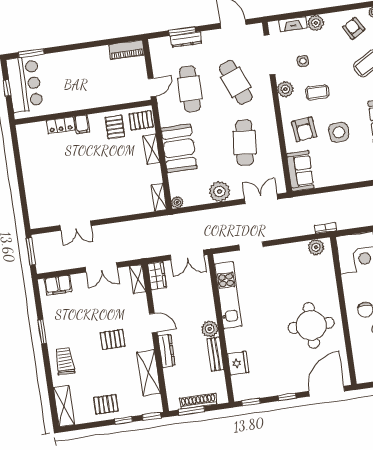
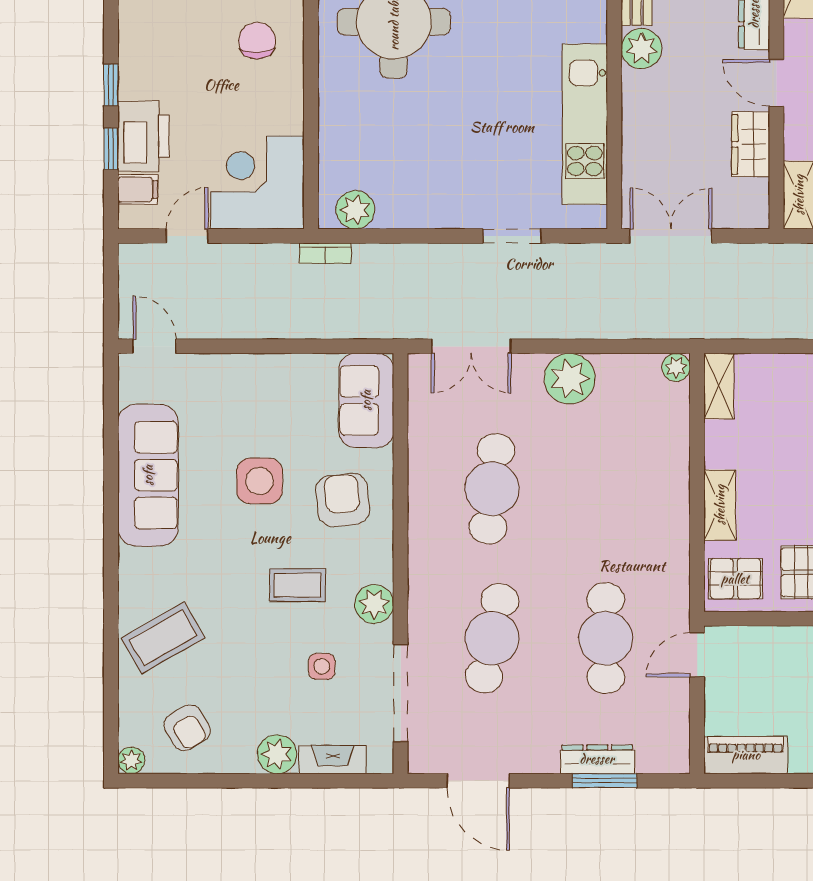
cafe table: (236, 82) -> (492, 638), turned 33
booth: (179, 148) -> (653, 498), removed
wardrobe: (157, 276) -> (751, 144), moved

